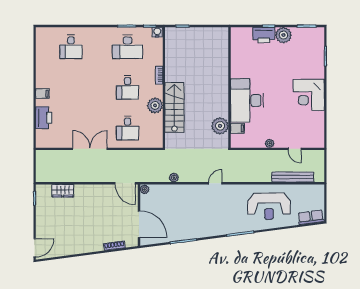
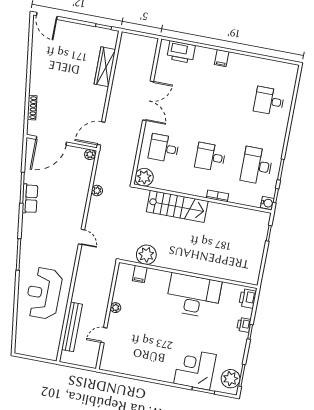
printer: (241, 33) -> (248, 299), added
printer: (264, 35) -> (244, 325), width x0.53, depth x0.68
plant: (283, 35) -> (231, 379), moved
corner desk: (309, 95) -> (195, 369), moved
desk: (247, 100) -> (194, 296), moved
plant: (155, 105) -> (144, 177), moved
printer: (44, 118) -> (181, 52), moved
wardrobe: (63, 191) -> (105, 67), width x1.50
row of seats: (311, 217) -> (30, 199), moved

